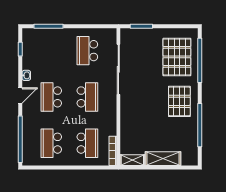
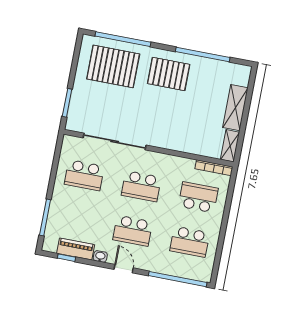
piano: (28, 55) -> (76, 249), added
school desk: (87, 97) -> (141, 186), turned 180

